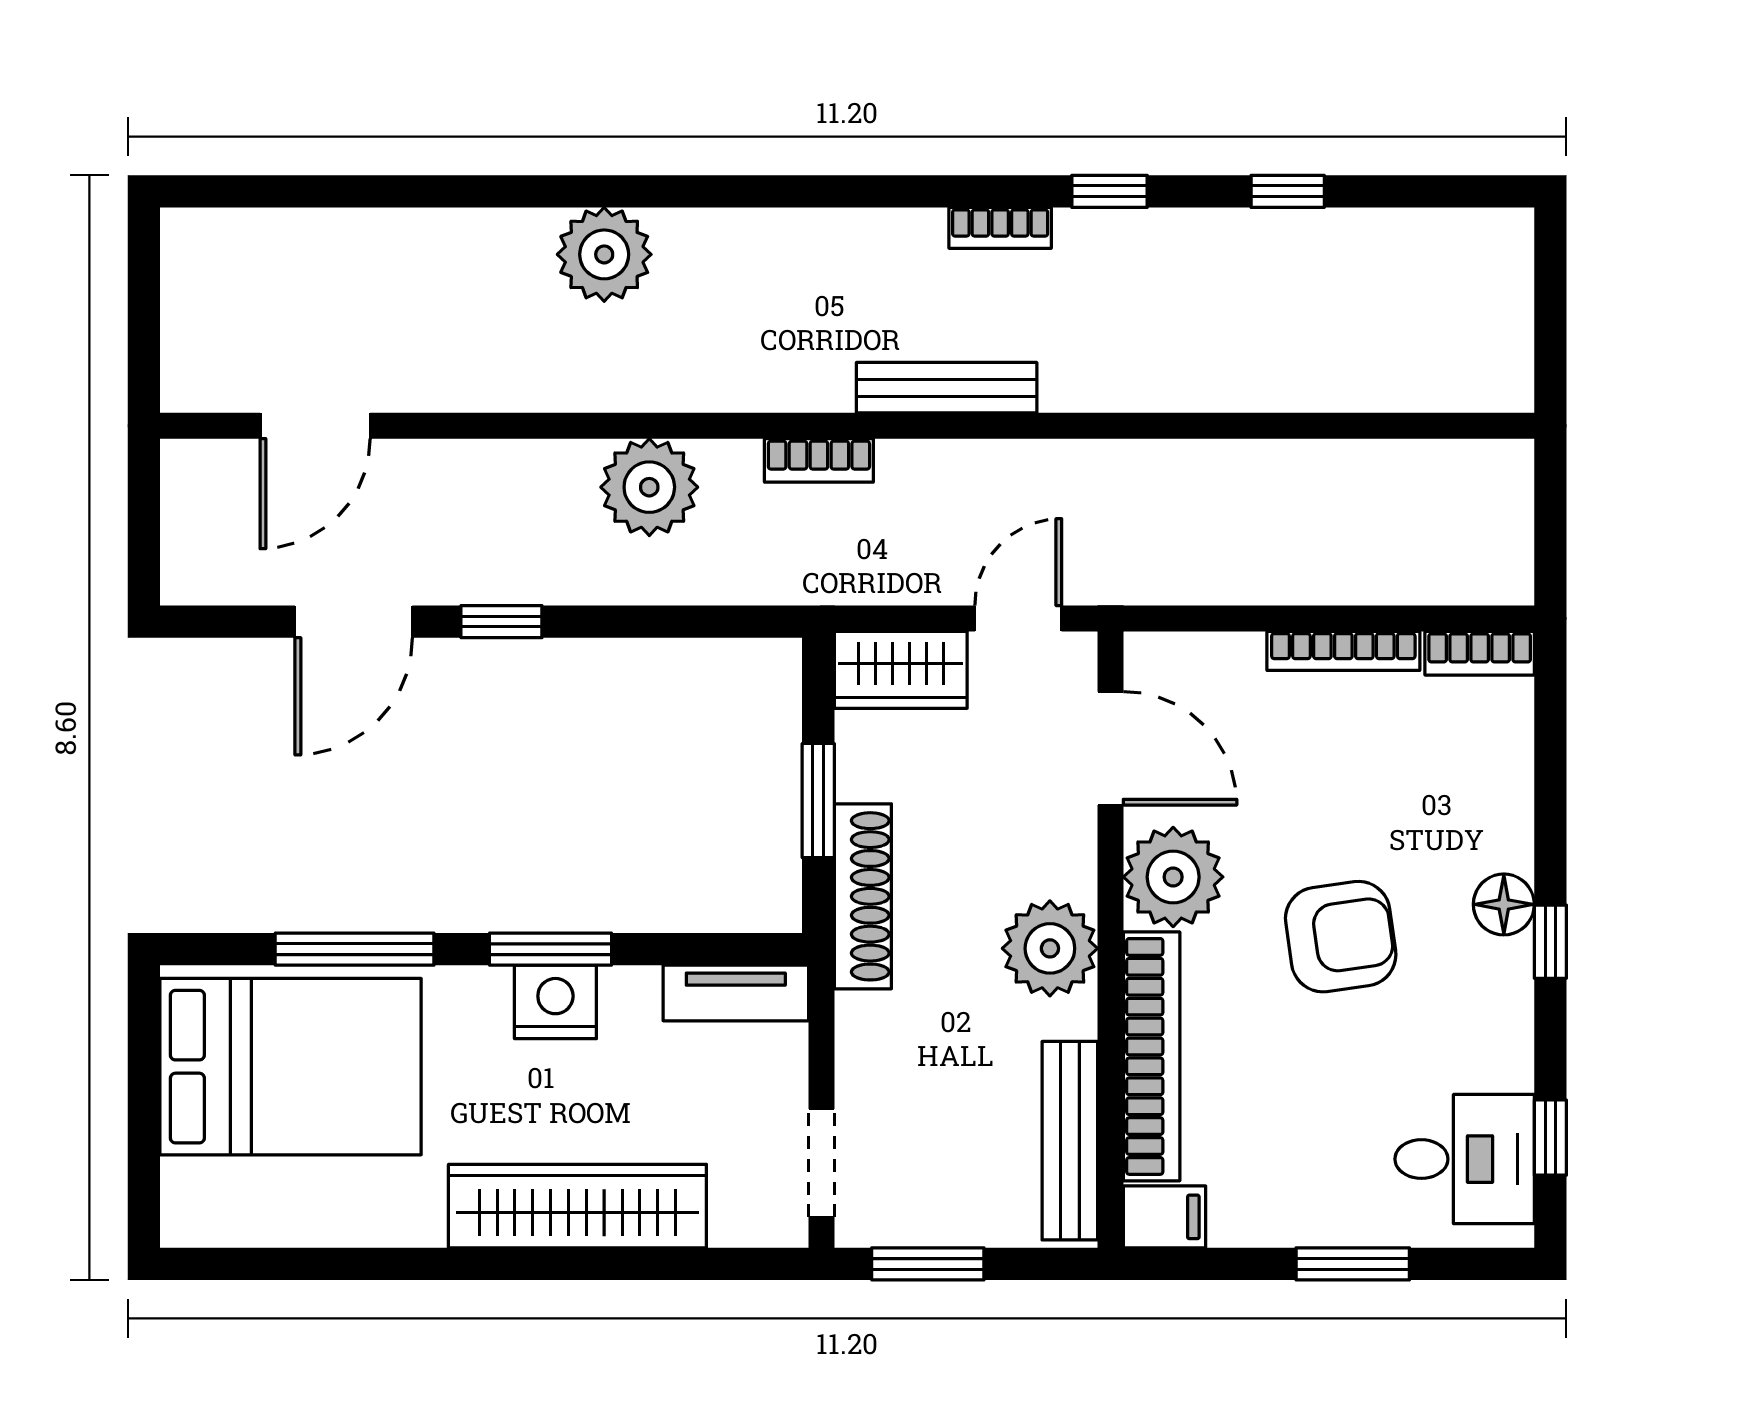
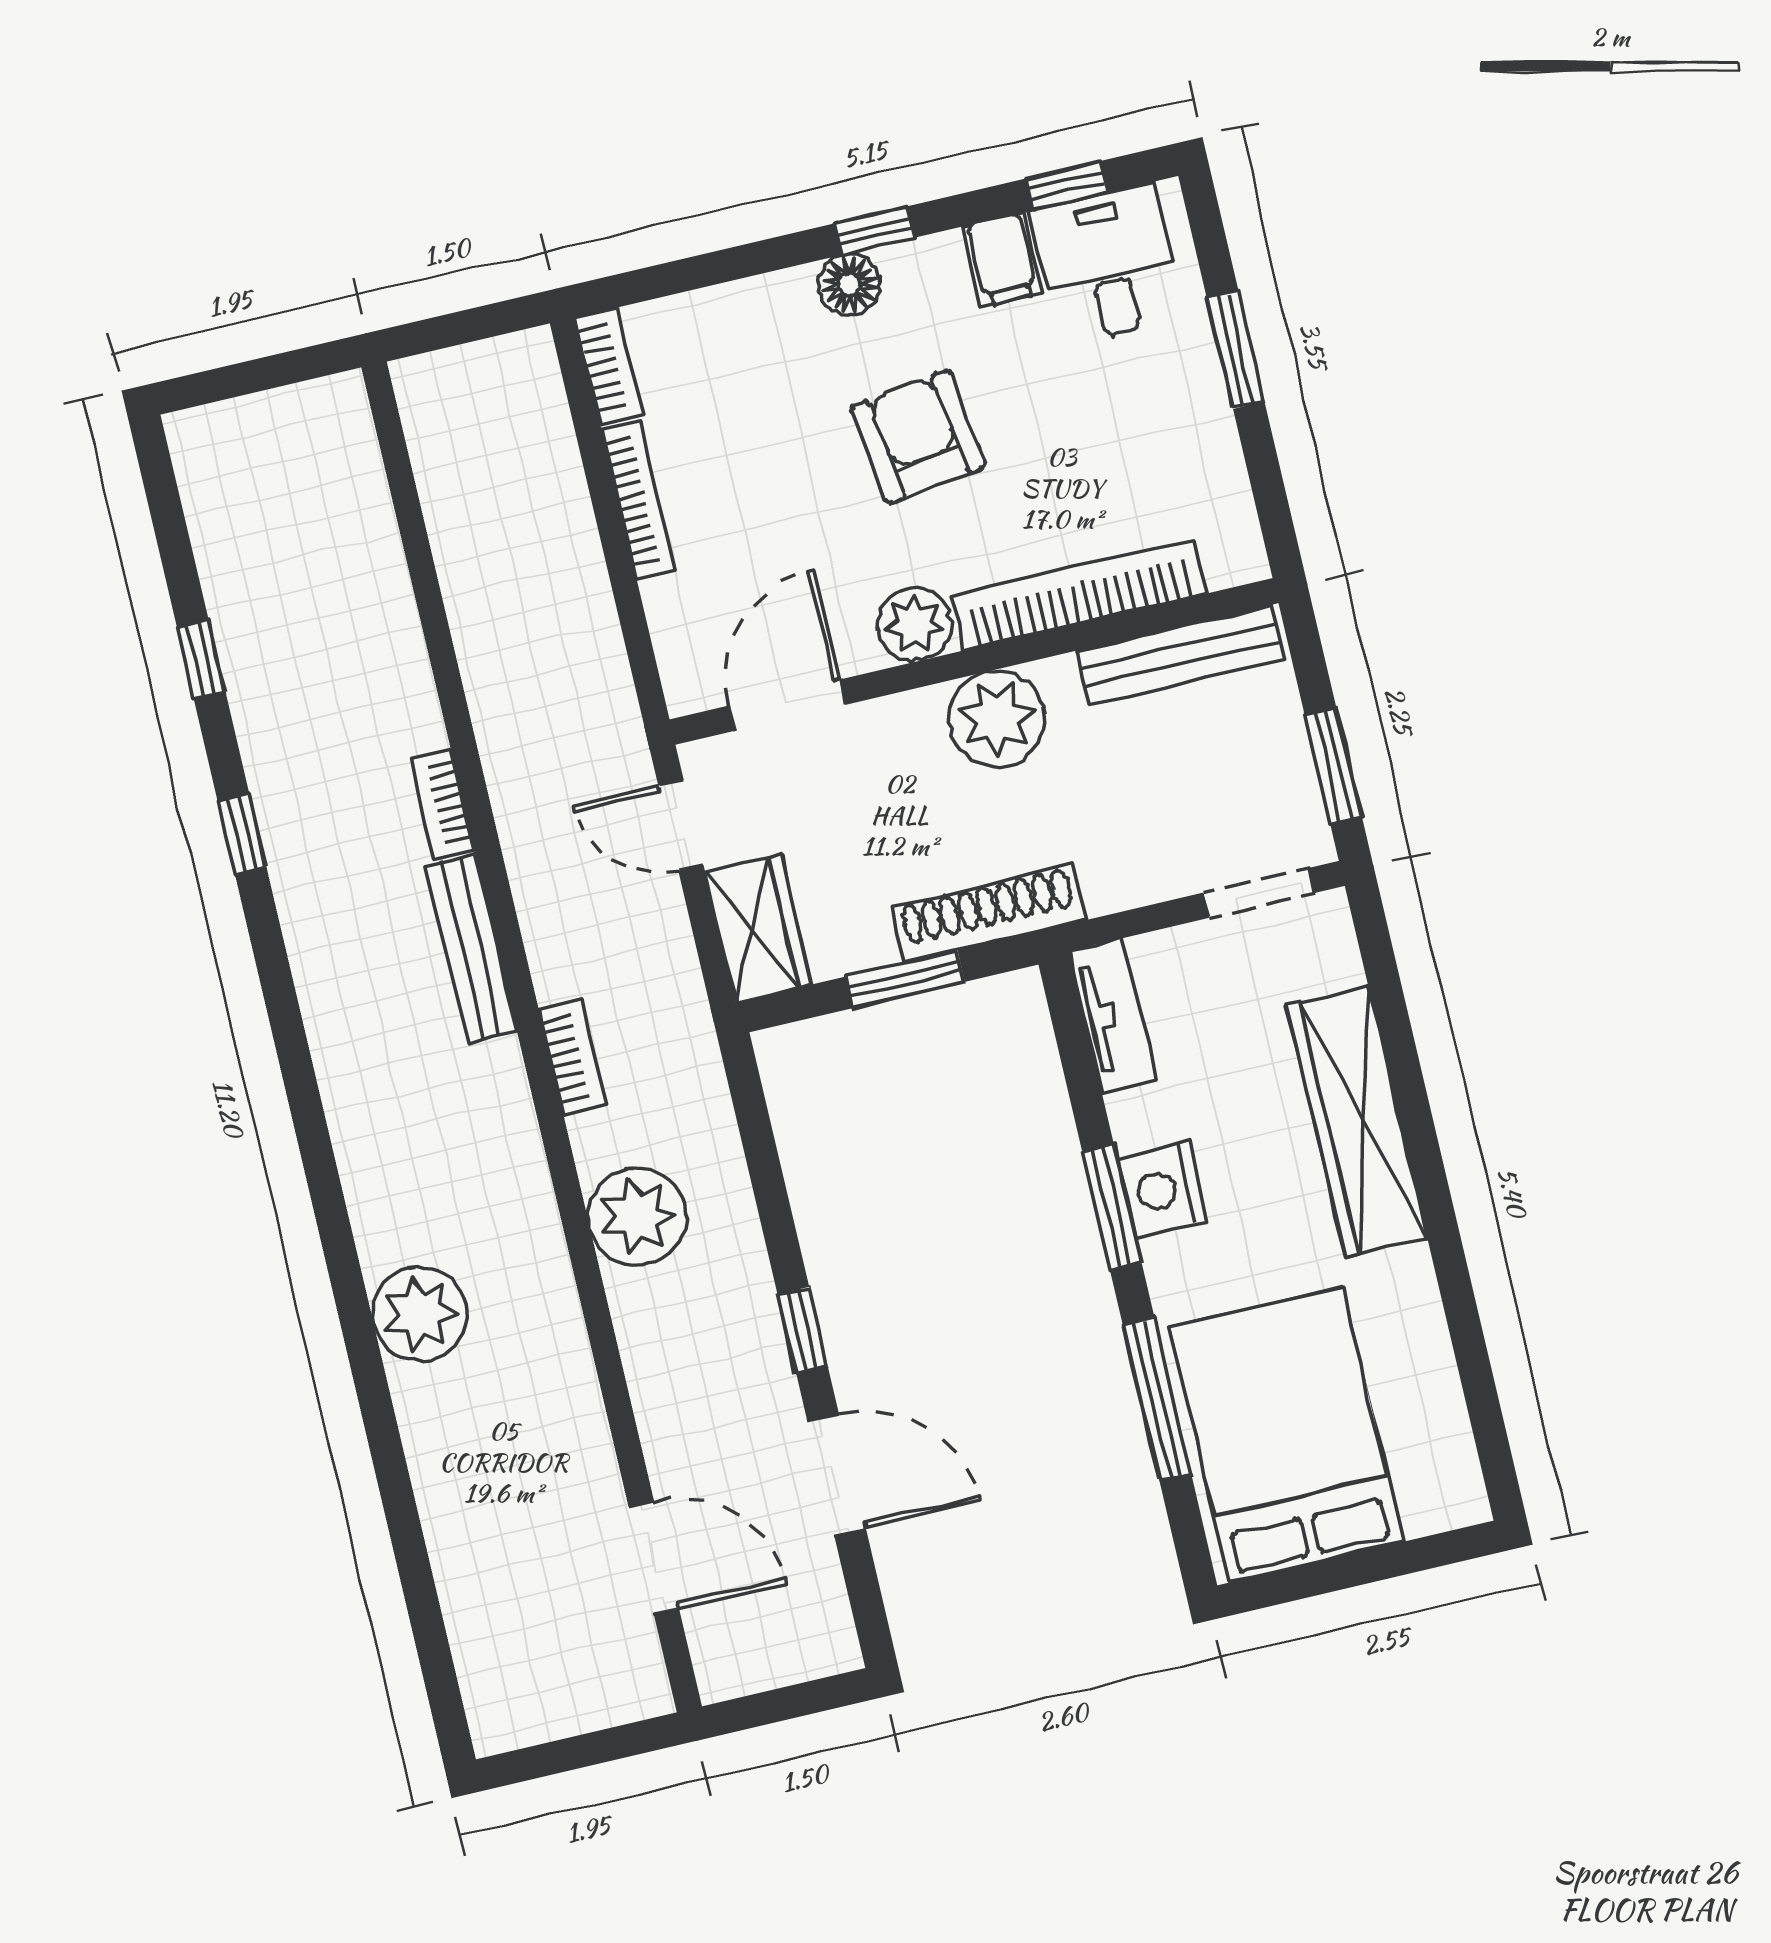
bookcase: (1000, 228) -> (443, 804), moved, turned 180
plant: (1173, 877) -> (914, 624), width x0.73, depth x0.73
filing cabinet: (1165, 1217) -> (1002, 260), moved, turned 180

